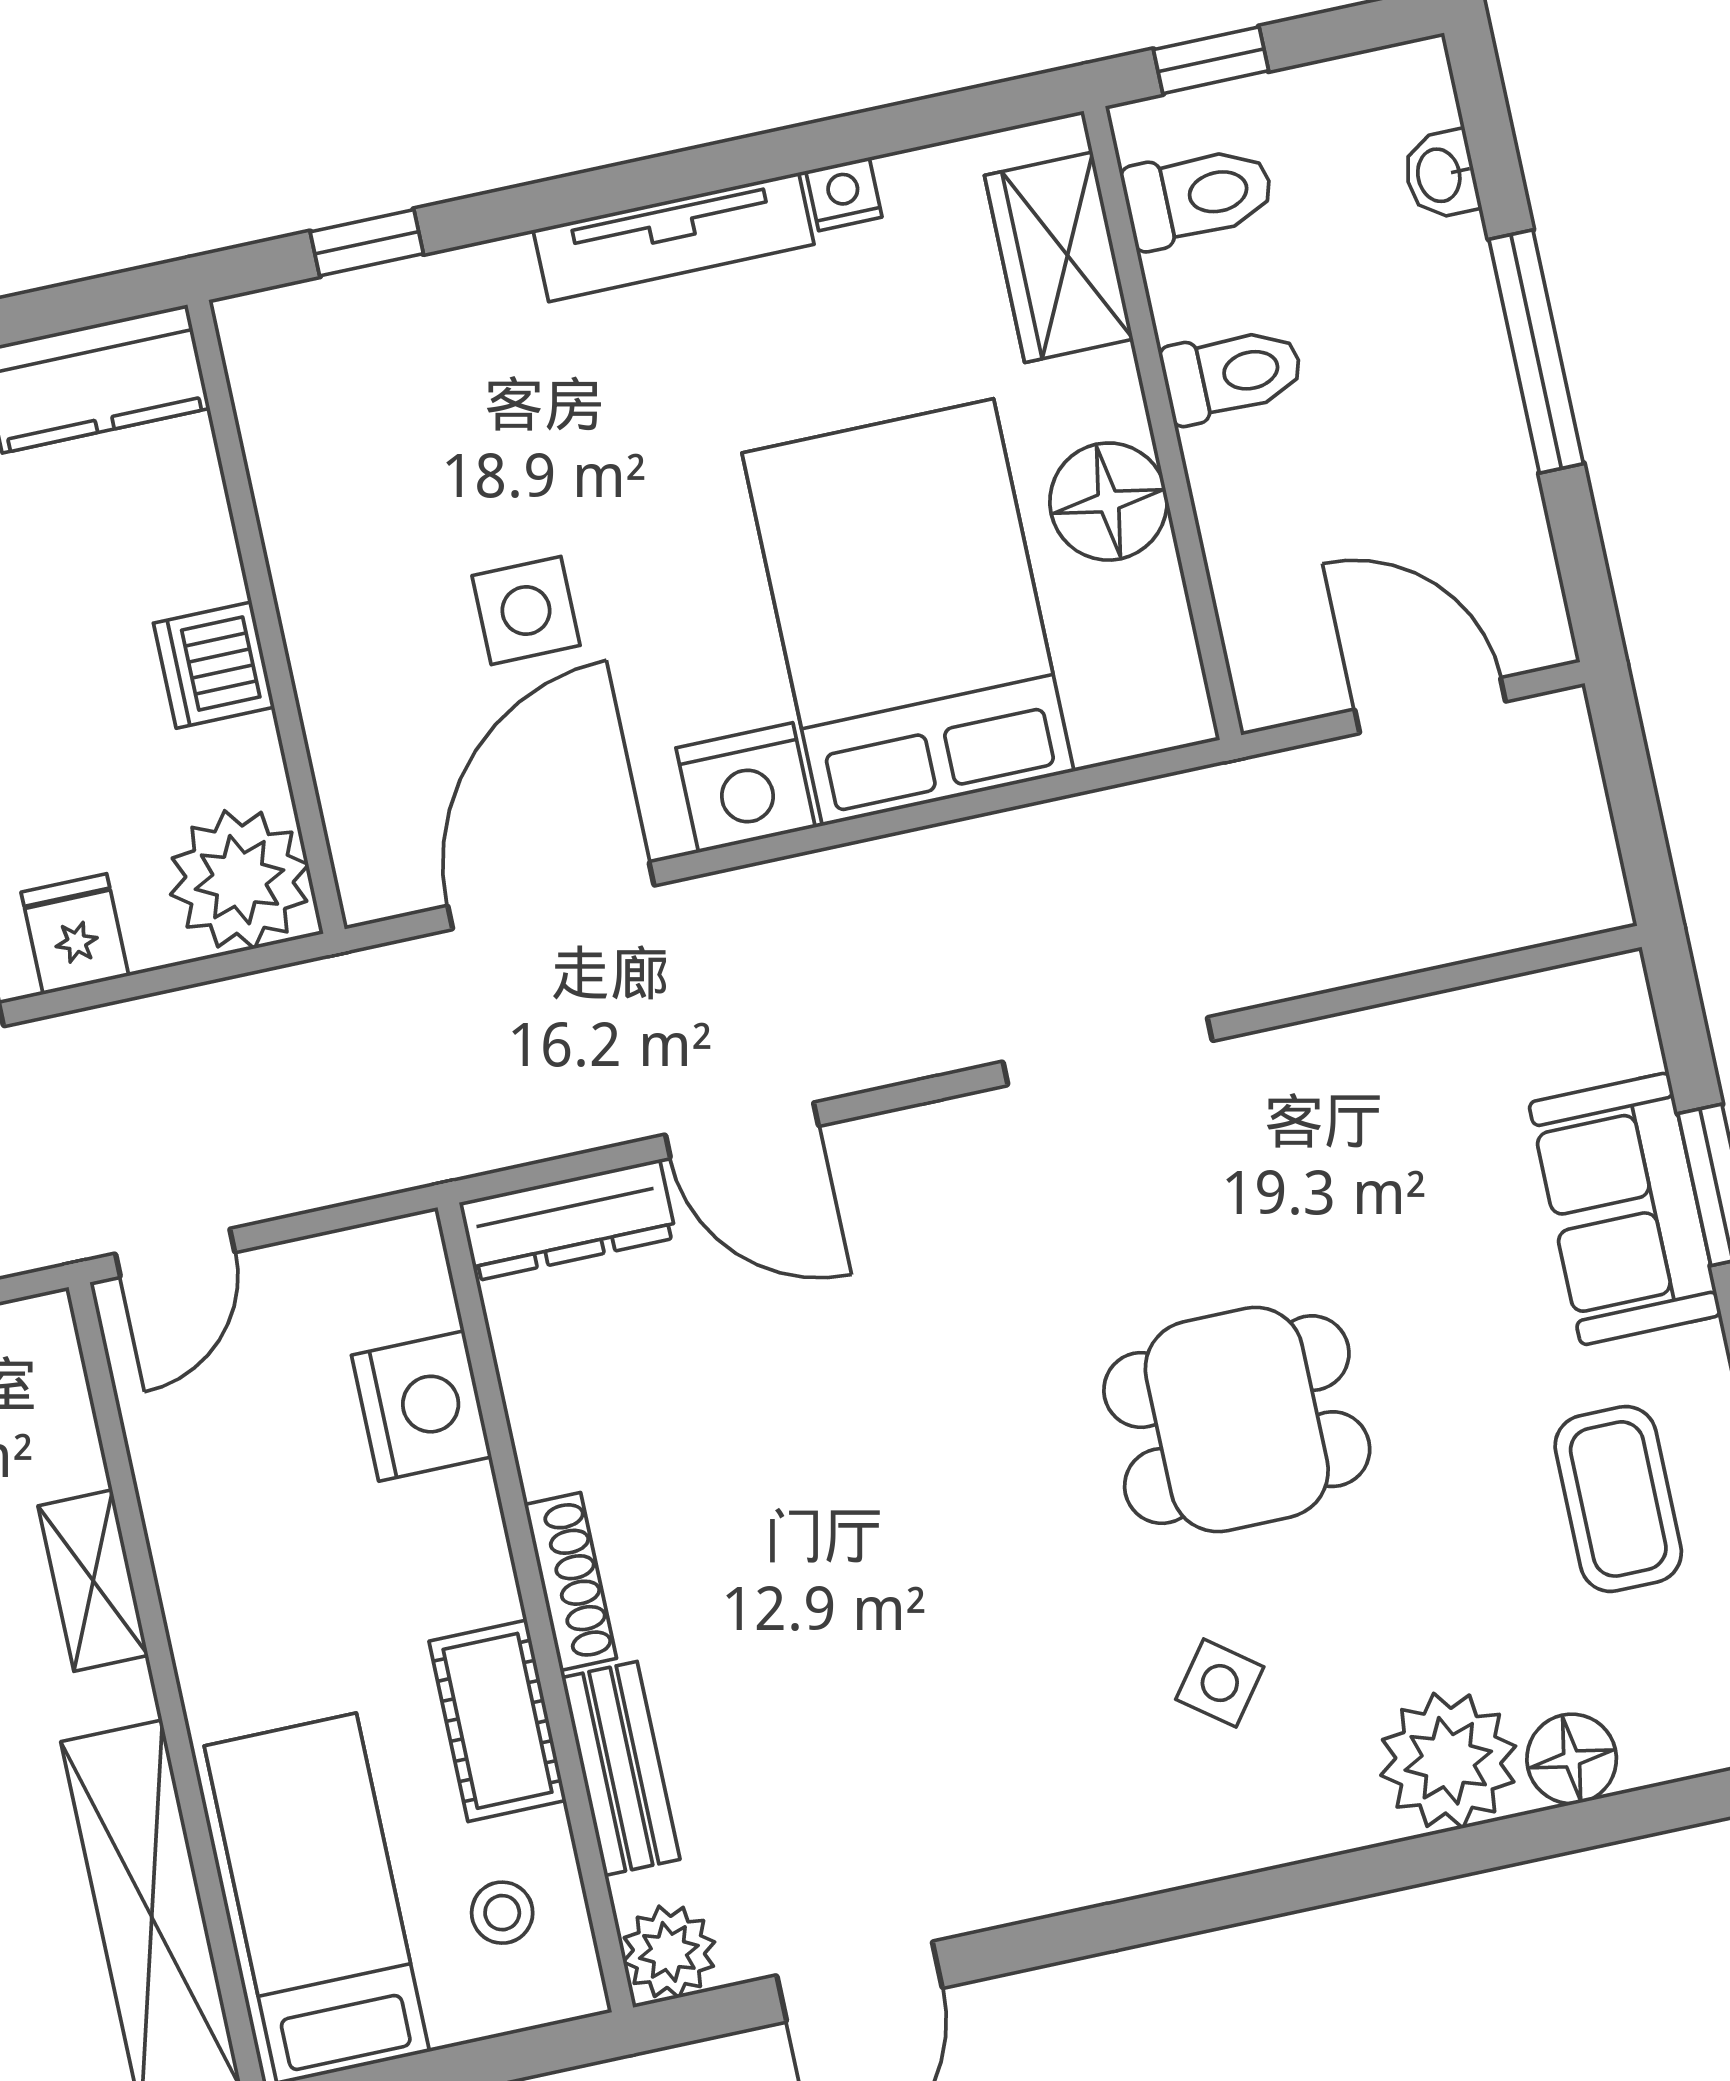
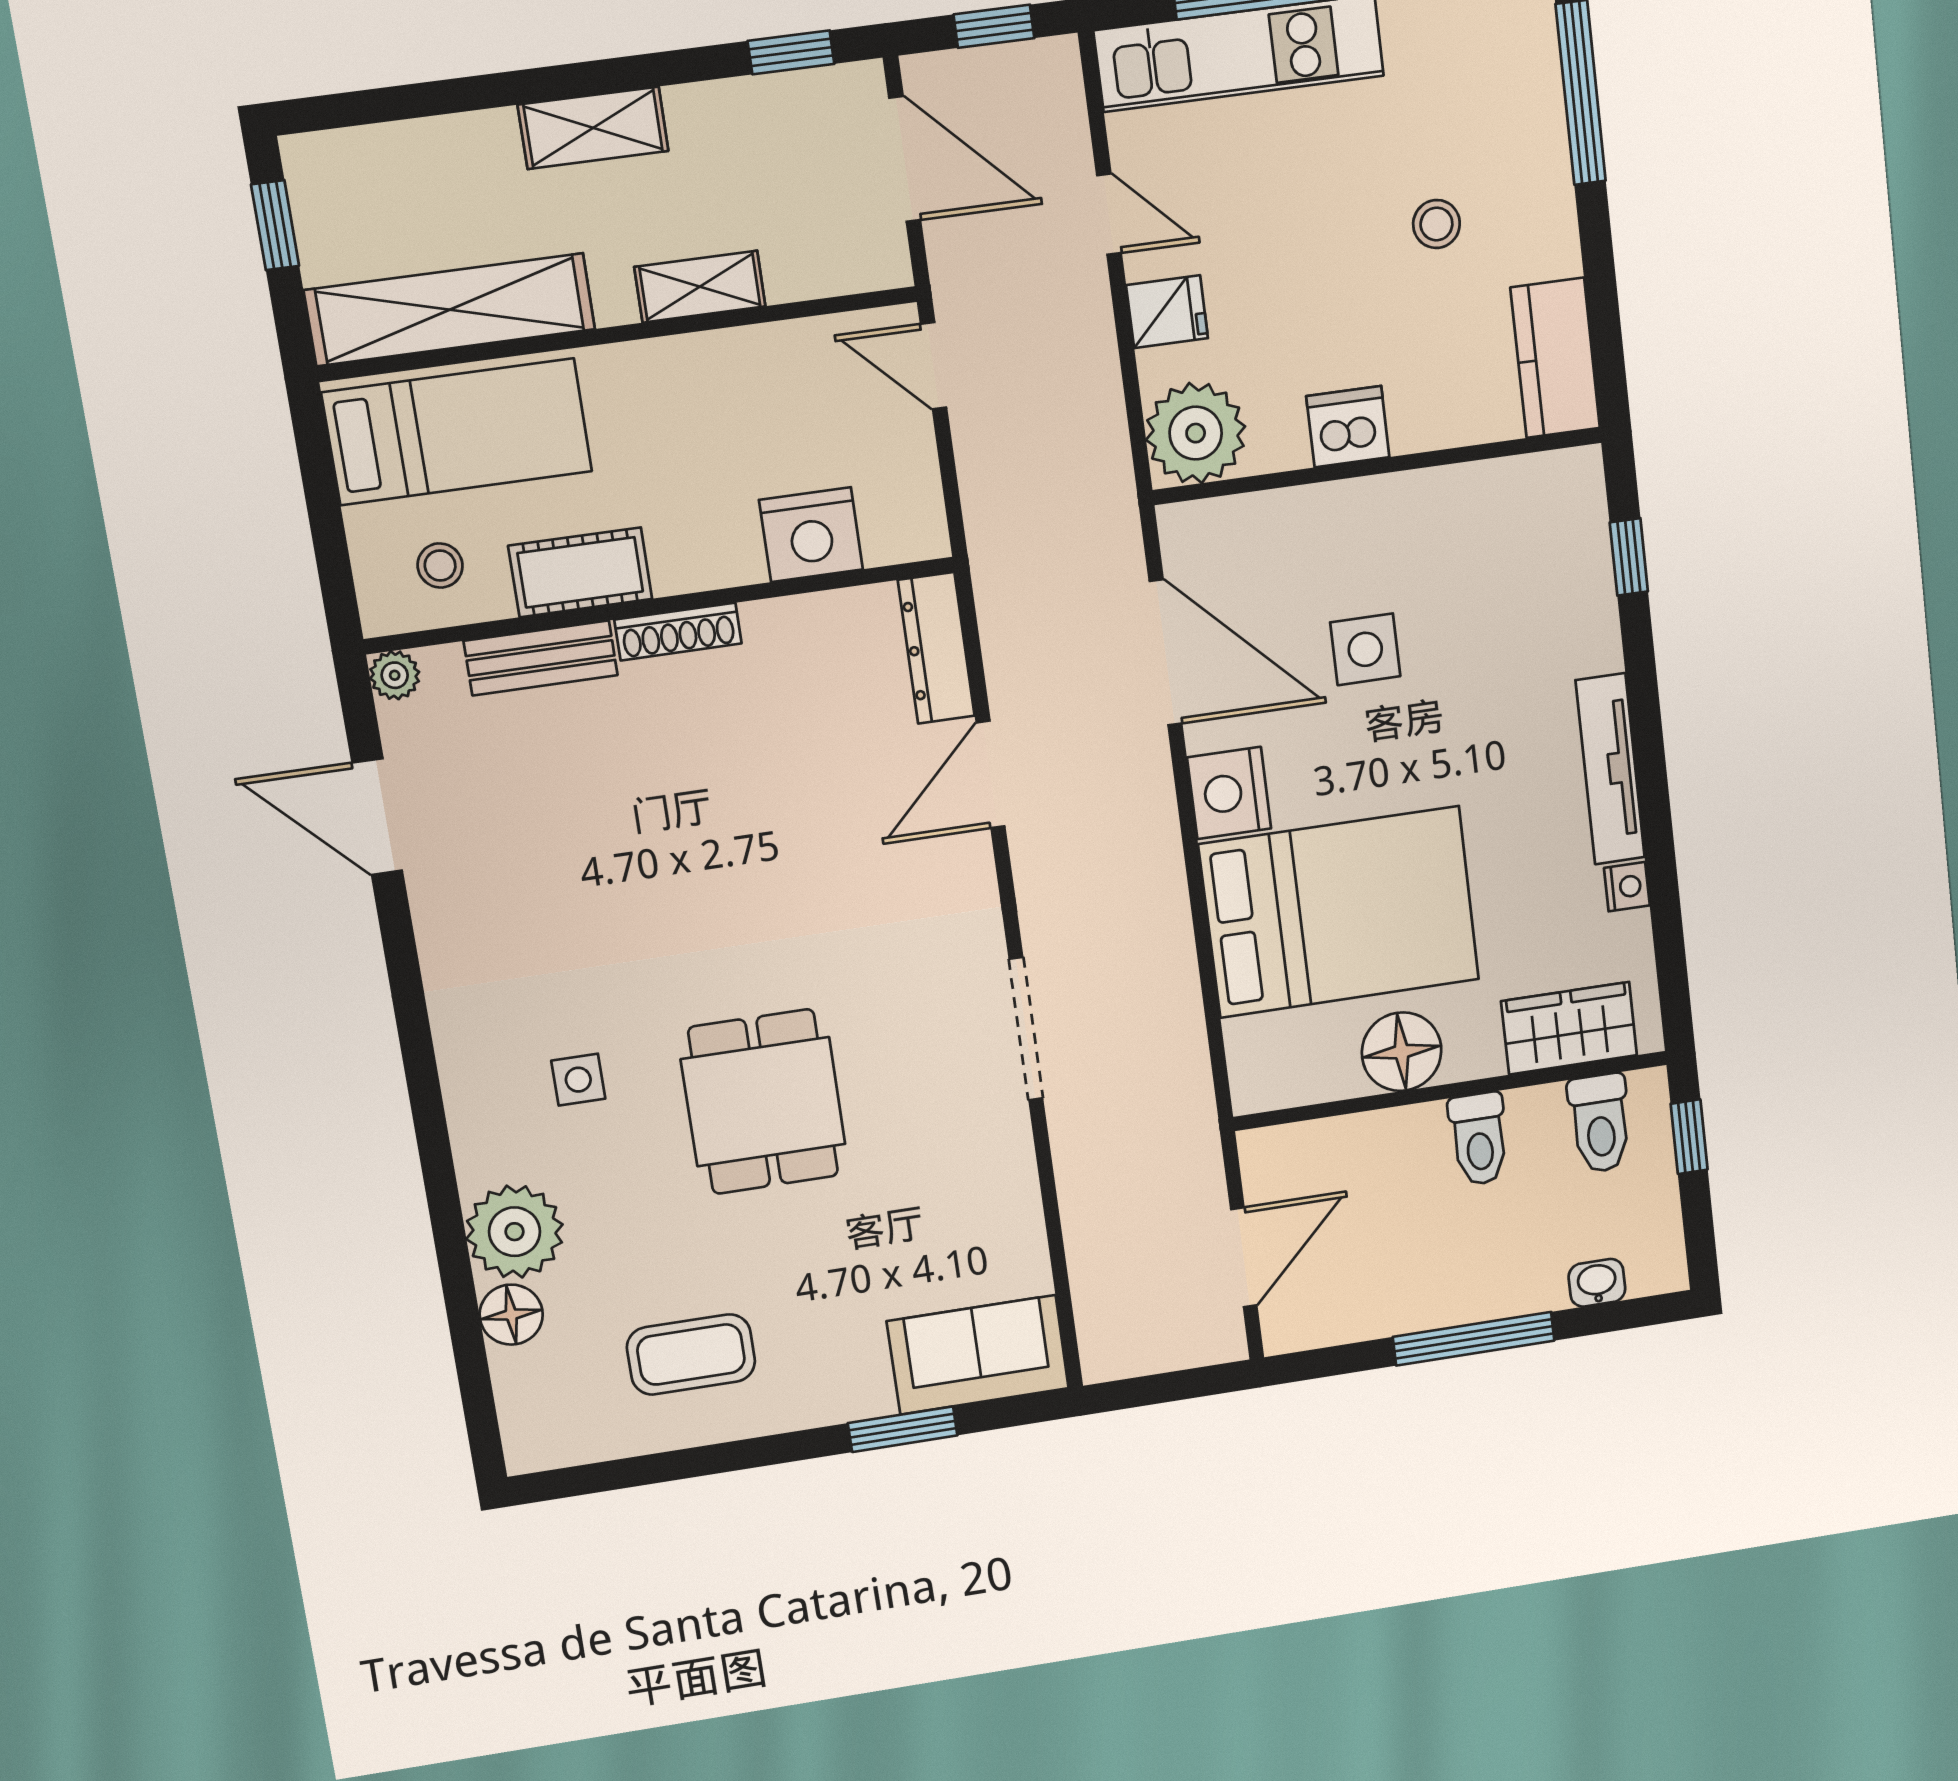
sofa: (1625, 1209) -> (978, 1355), moved
side table: (1220, 1683) -> (578, 1080), turned -37
plant: (669, 1952) -> (395, 675), width x0.73, depth x0.73

